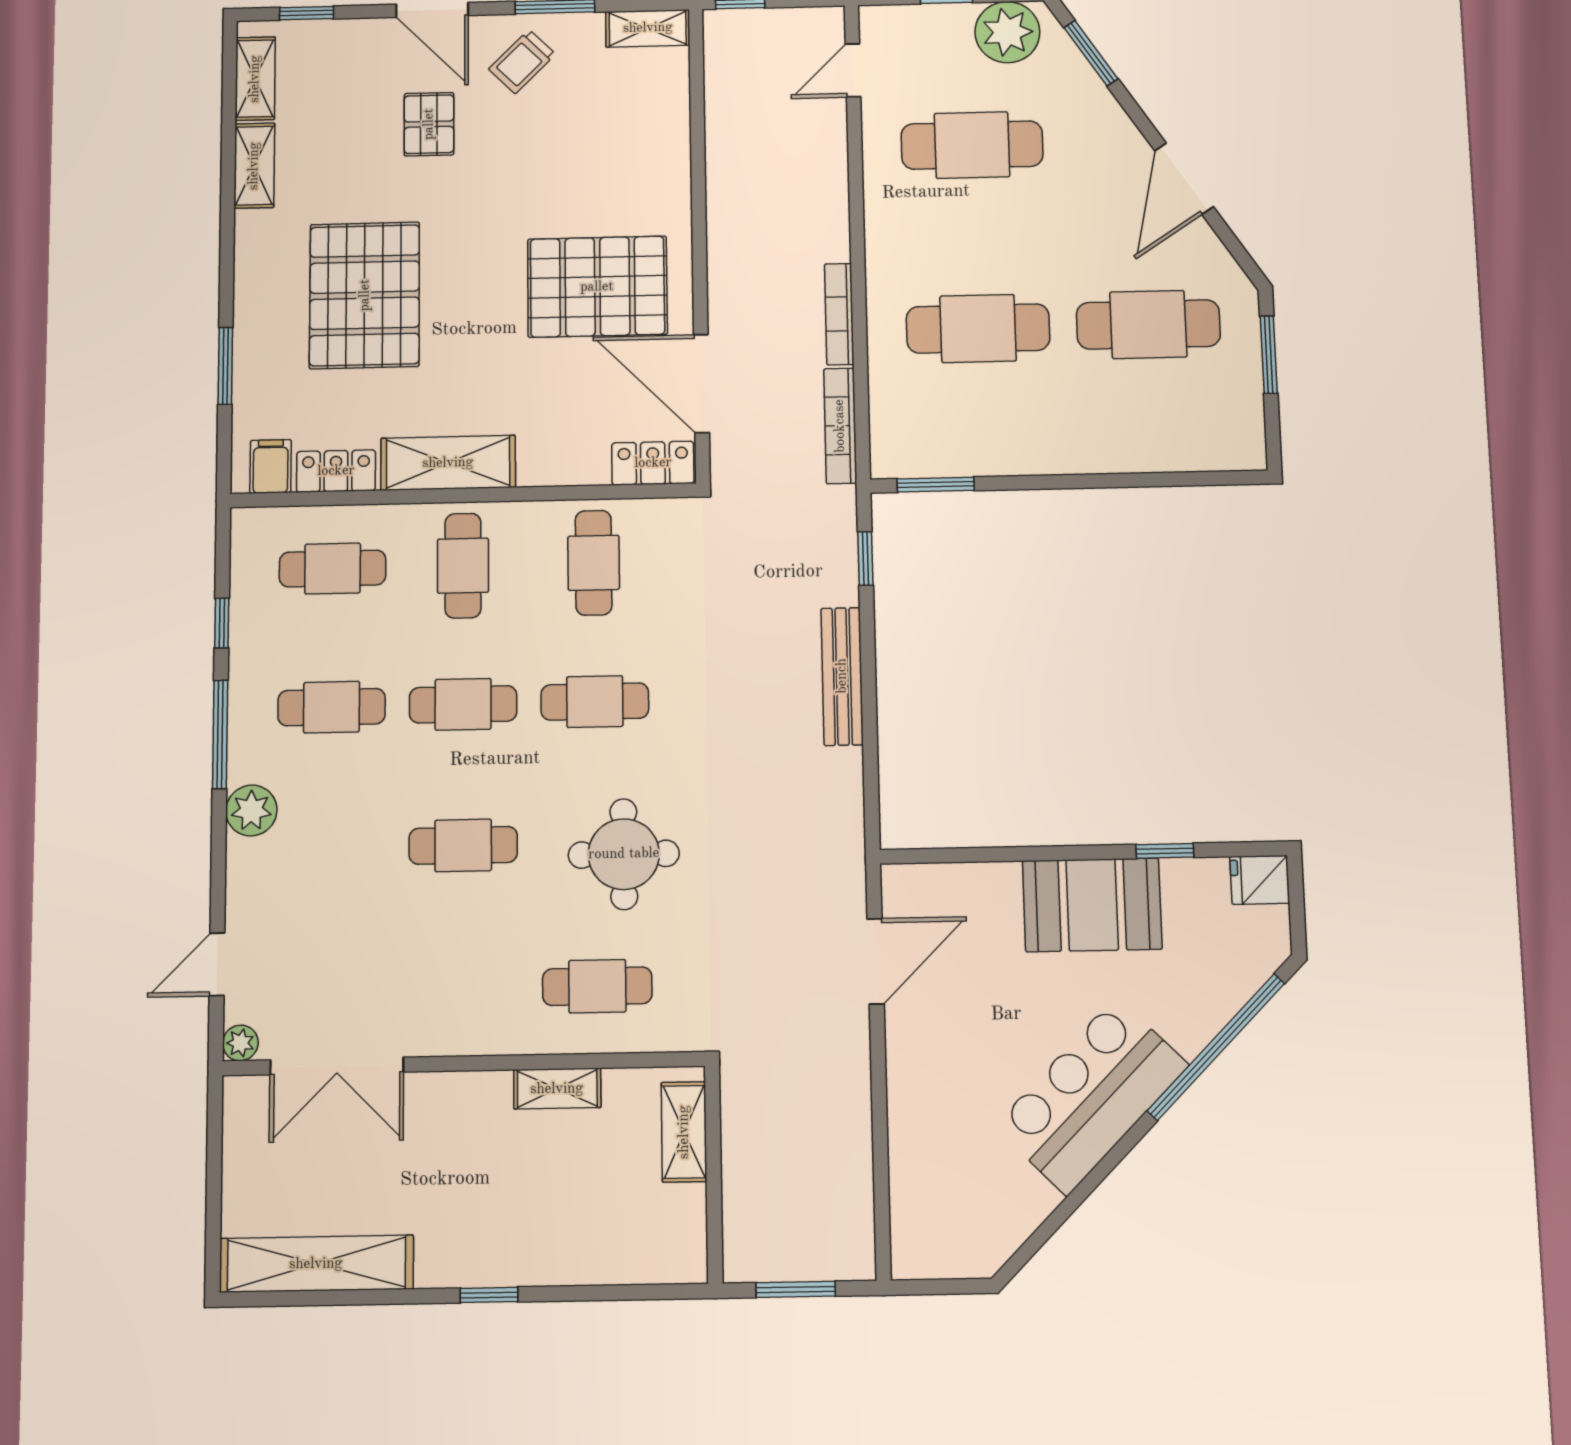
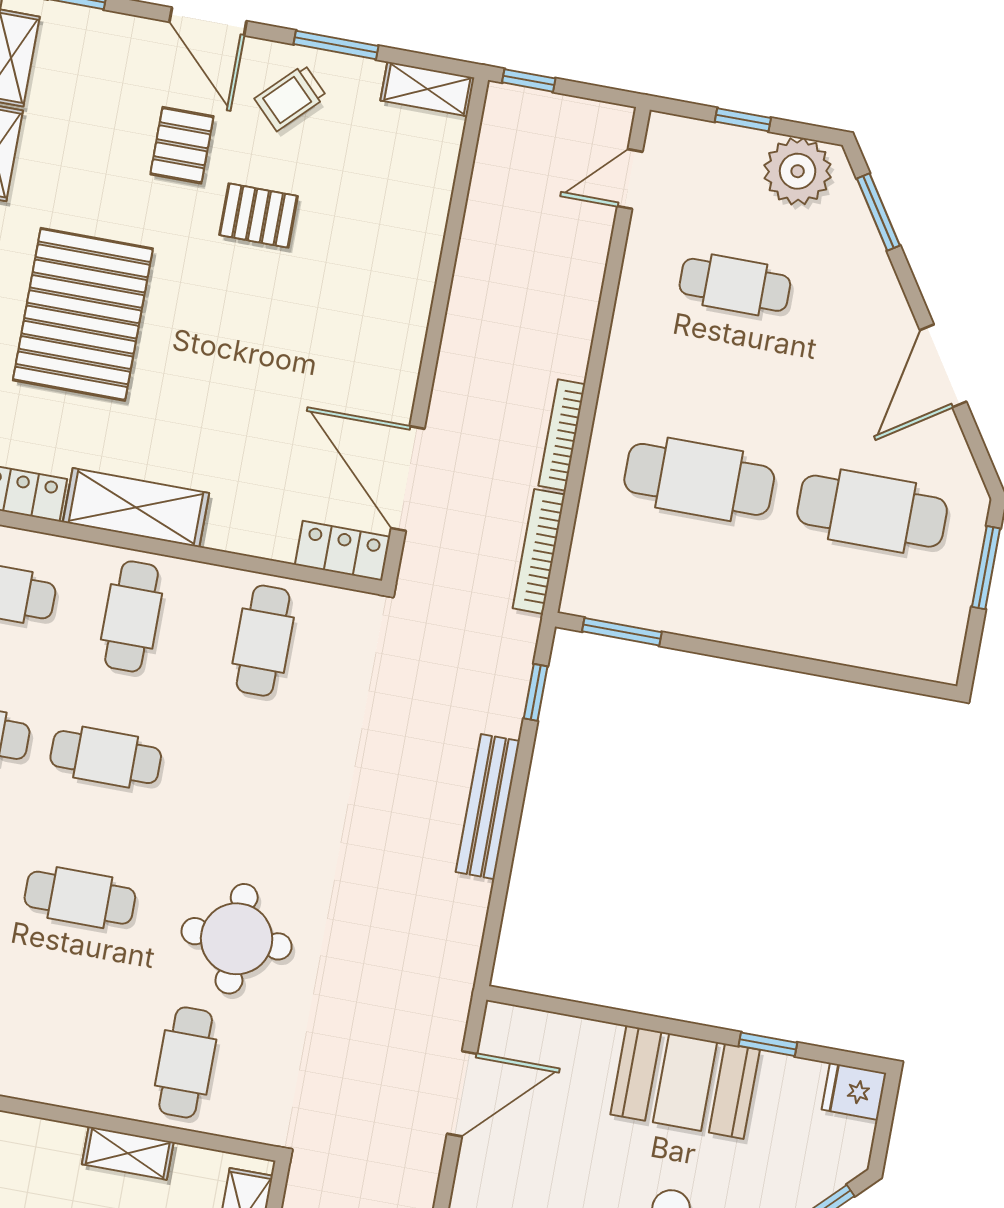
cafe table: (972, 145) -> (735, 285), width x0.73, depth x0.74
pallet: (597, 287) -> (258, 216), moved, width x0.49, depth x0.50
cafe table: (595, 702) -> (237, 781), removed
cafe table: (597, 986) -> (186, 1062), turned 90

